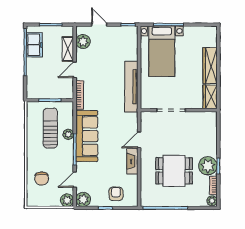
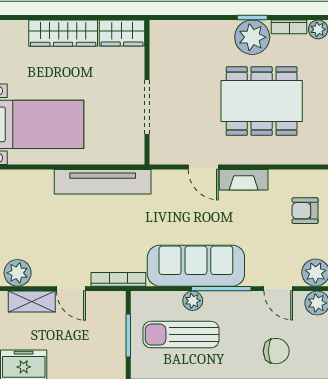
dining table: (174, 171) -> (262, 101), width x1.37

